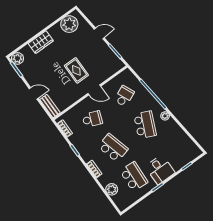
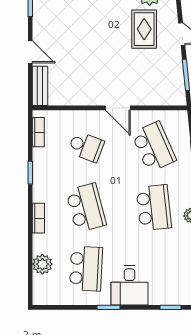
rug: (76, 70) -> (144, 29), moved
school desk: (124, 96) -> (154, 147), width x1.85
school desk: (145, 125) -> (154, 208), turned -30

